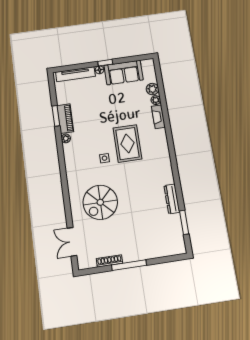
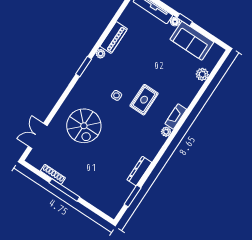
plant: (156, 100) -> (166, 132), moved
window: (56, 116) -> (84, 66), moved
fireplace: (158, 117) -> (176, 116), moved
rug: (127, 143) -> (144, 100), width x0.73, depth x0.70
spiral stairs: (100, 202) -> (84, 126), turned -90

